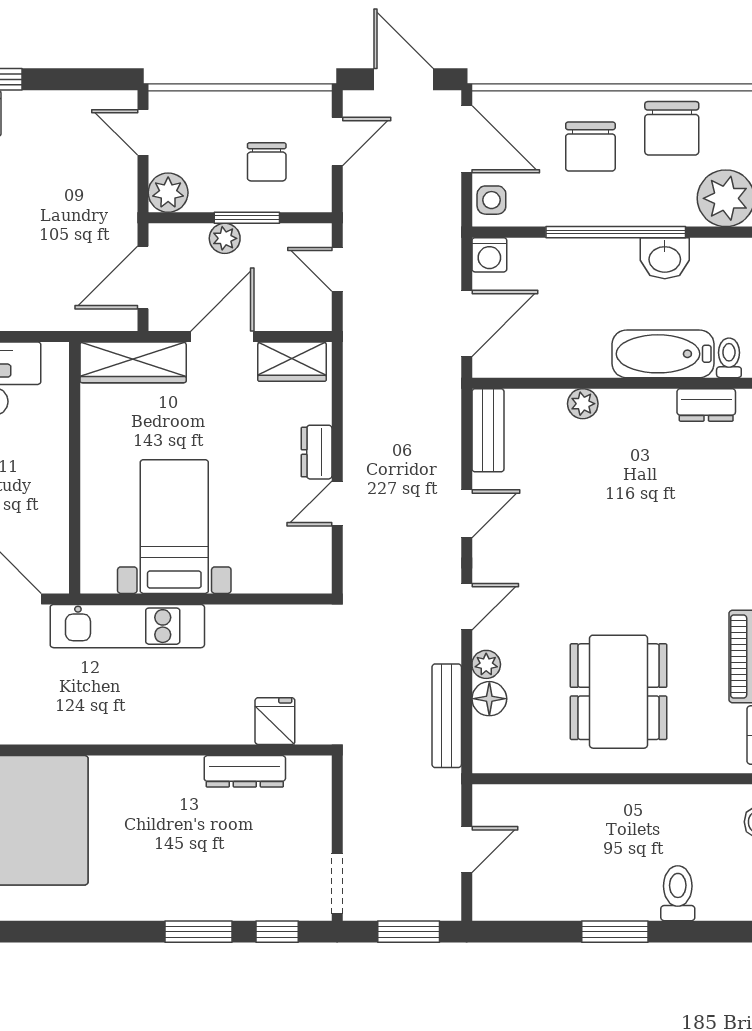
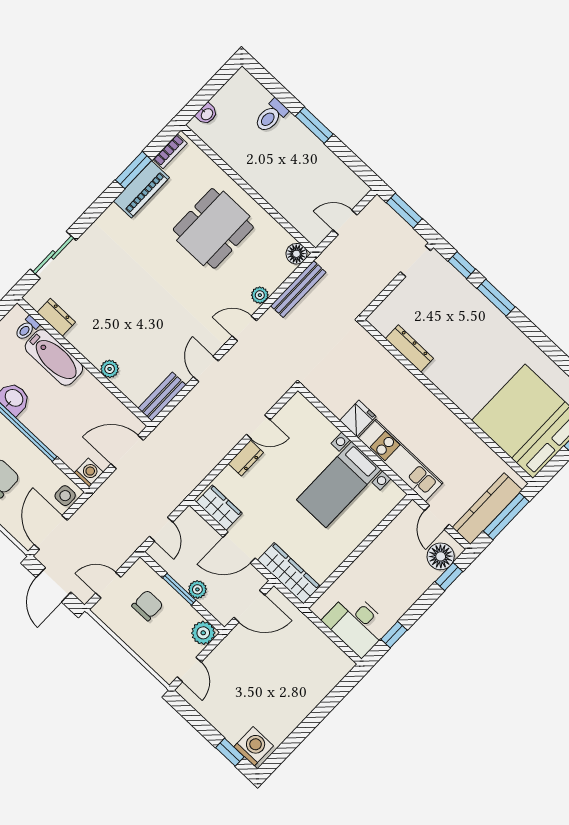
door: (467, 514) -> (206, 369), hinge flipped
floor lamp: (489, 699) -> (296, 254), moved
fridge: (275, 721) -> (358, 418), moved, turned 180

